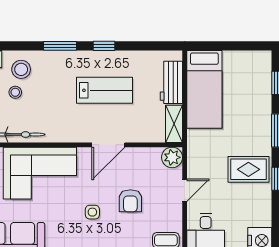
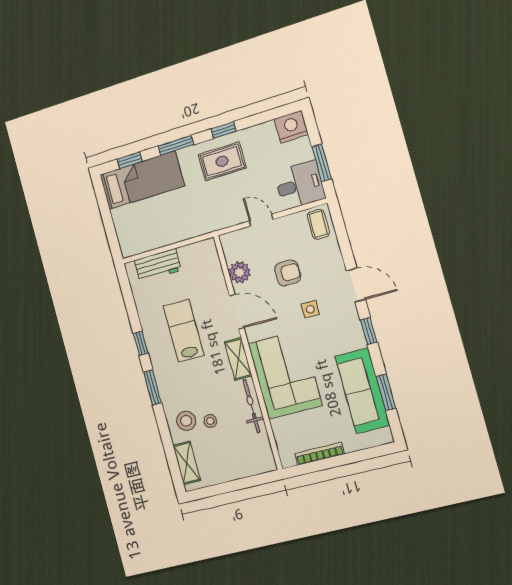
bed: (204, 89) -> (142, 180), moved
shelving: (174, 124) -> (238, 359), moved, turned 90
plant: (172, 157) -> (240, 272), moved
rug: (248, 169) -> (222, 161), turned 90

